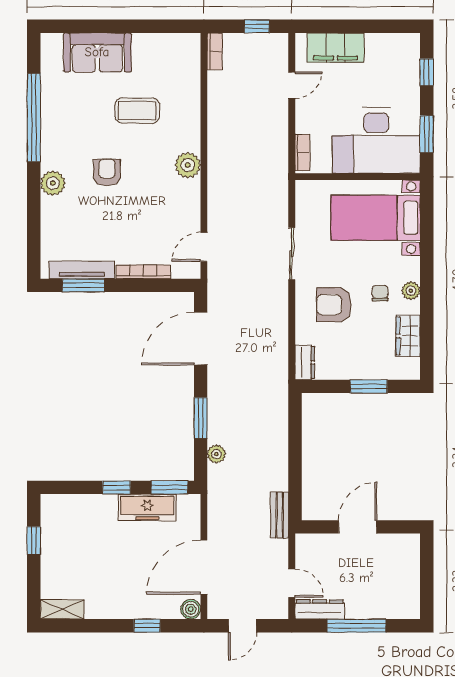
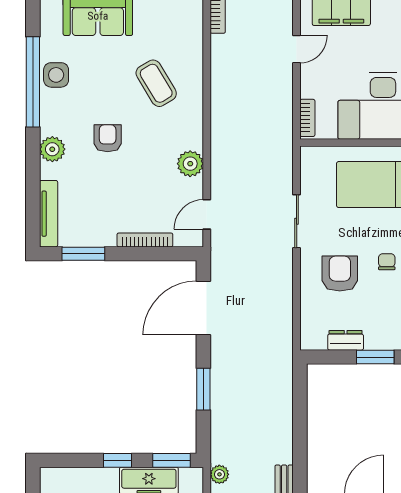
side table: (57, 110) -> (56, 75), added
coffee table: (137, 111) -> (156, 83), moved, turned 59
plant: (188, 165) -> (190, 164), moved
tv unit: (82, 270) -> (49, 214), moved, turned 90
armchair: (334, 305) -> (340, 274), turned 90
dresser: (305, 362) -> (346, 340), moved, turned -90
plant: (216, 454) -> (219, 474), moved

